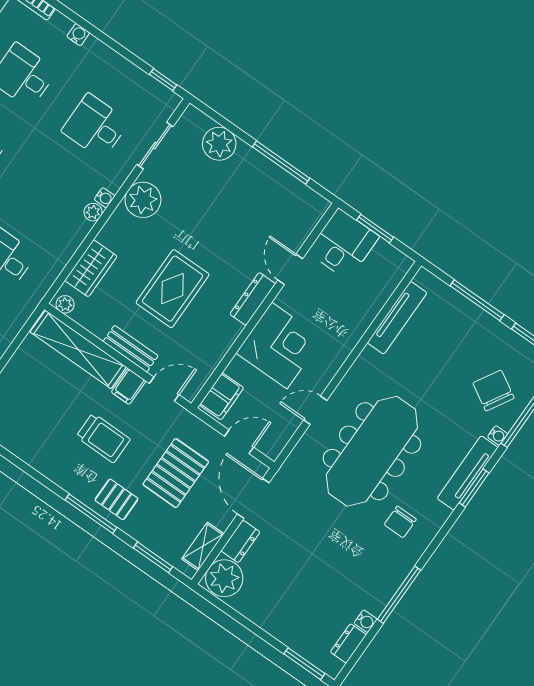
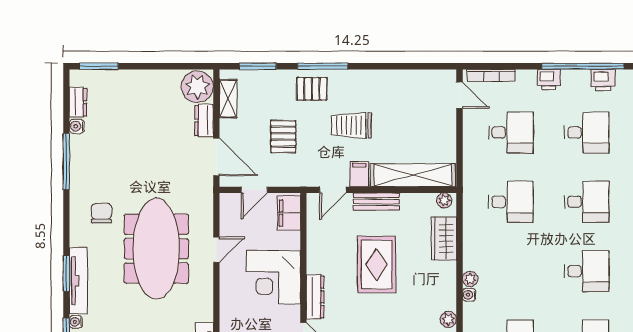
plant: (143, 200) -> (448, 319), width x0.53, depth x0.53
pallet: (176, 473) -> (283, 137), width x0.67, depth x0.71

